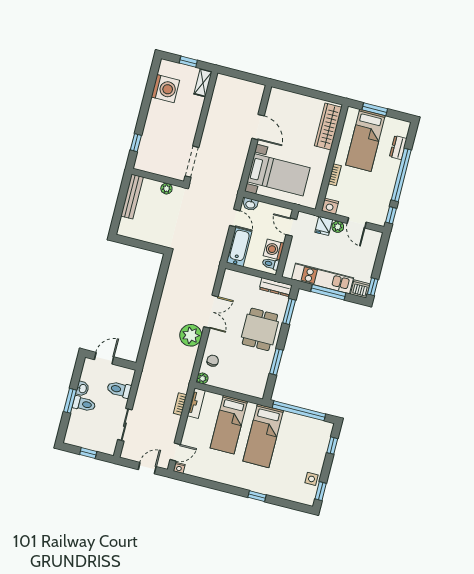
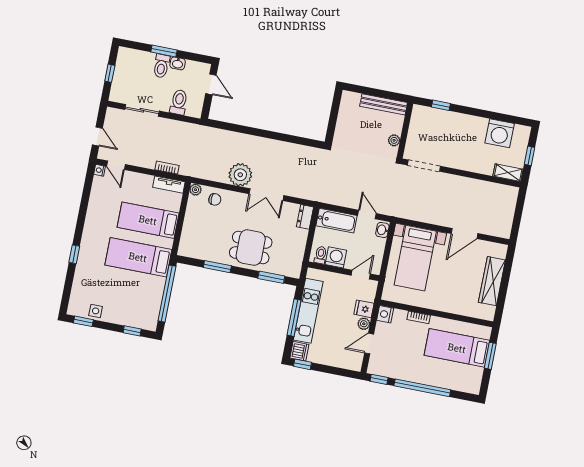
wardrobe: (328, 127) -> (492, 281), moved, turned -90
dresser: (398, 148) -> (451, 383), removed
door: (235, 218) -> (367, 214), swing flipped
dresser: (276, 287) -> (305, 217), moved, width x0.70

